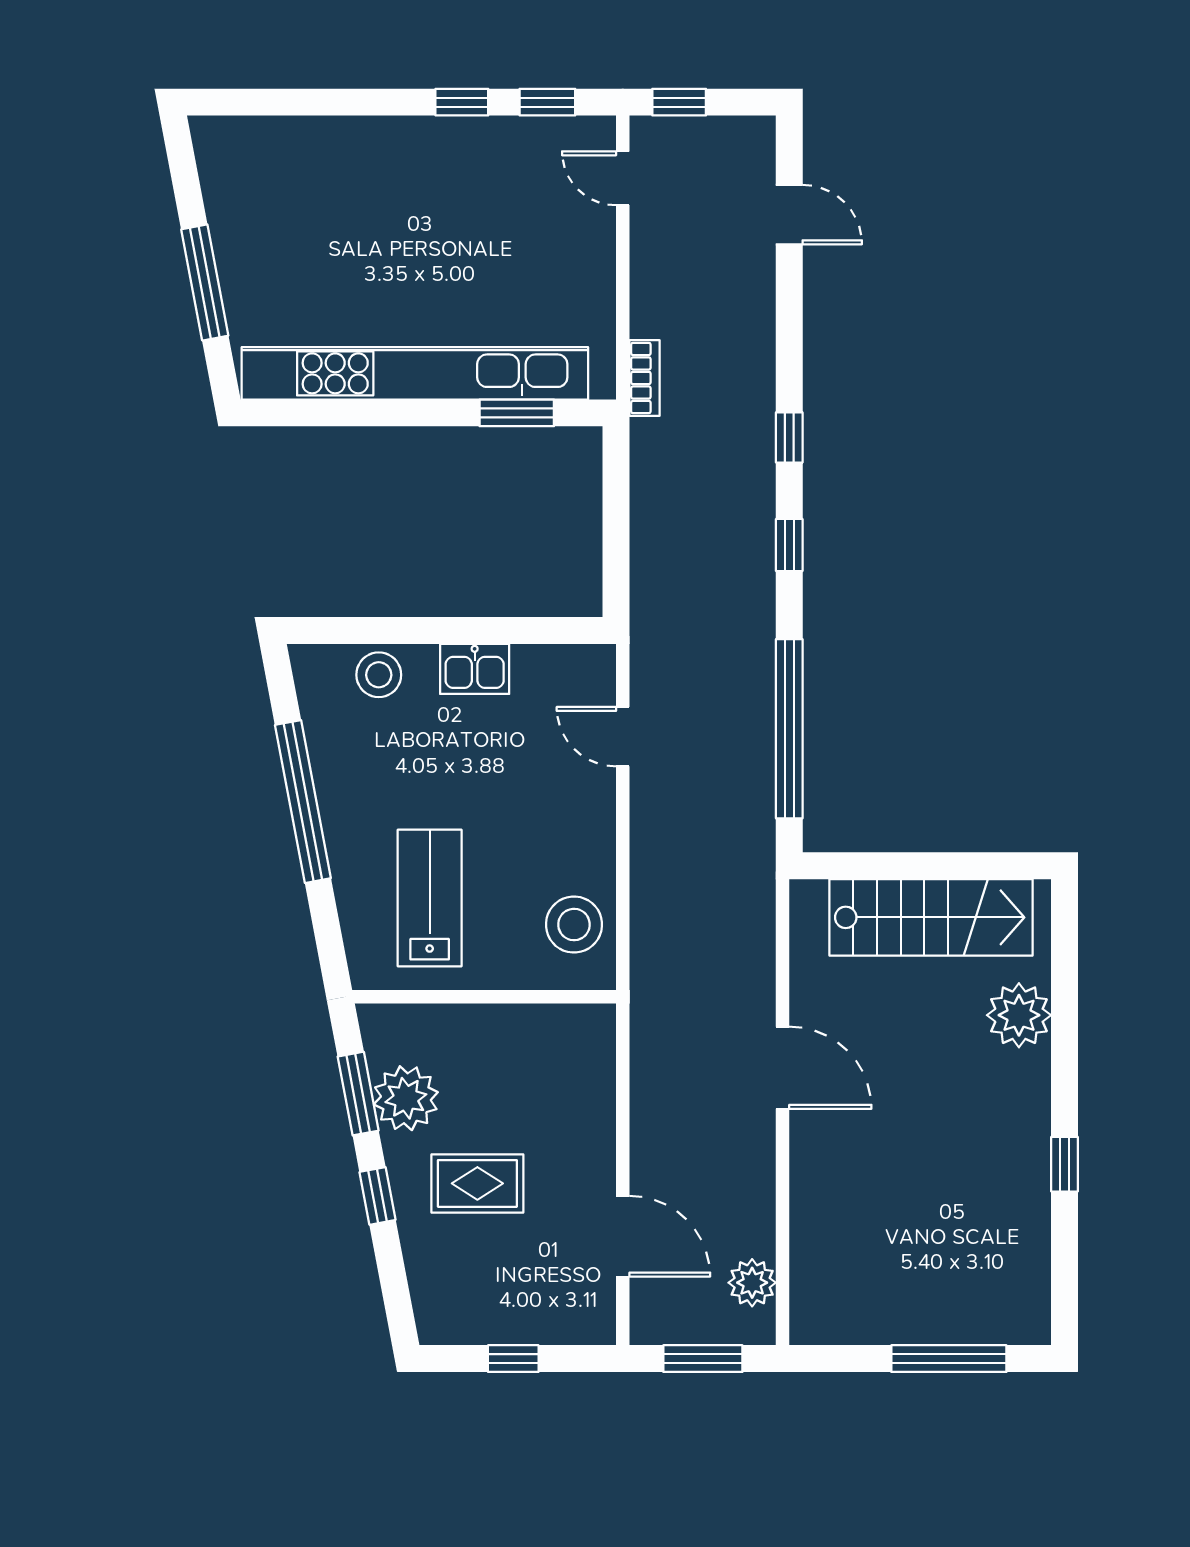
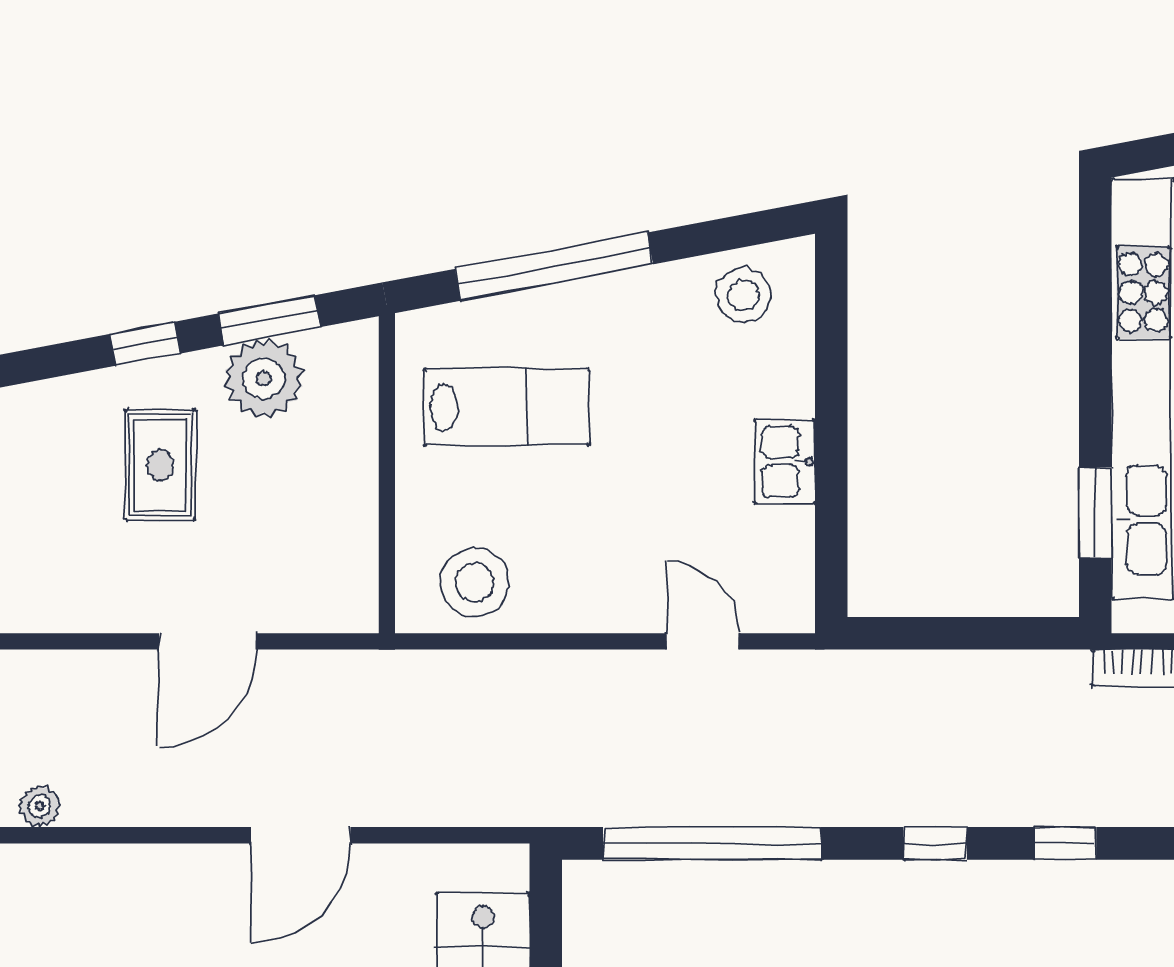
stool: (379, 675) -> (743, 295), moved
door: (623, 737) -> (702, 641), hinge flipped
window: (303, 802) -> (554, 267), moved
door: (623, 1236) -> (208, 641), moved
plant: (752, 1283) -> (40, 806), width x0.73, depth x0.73

